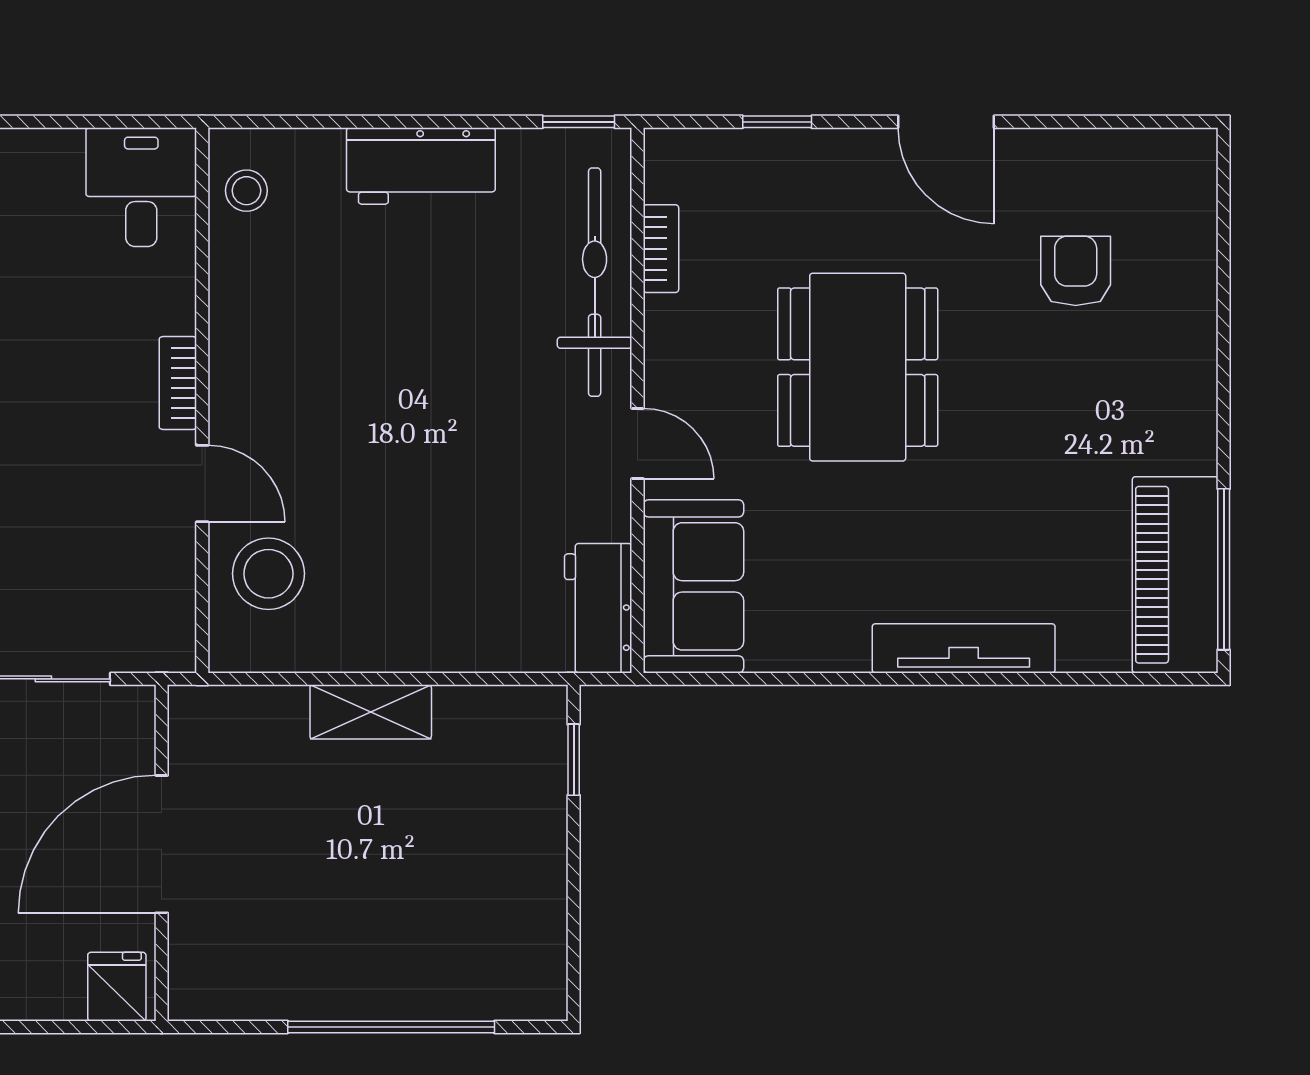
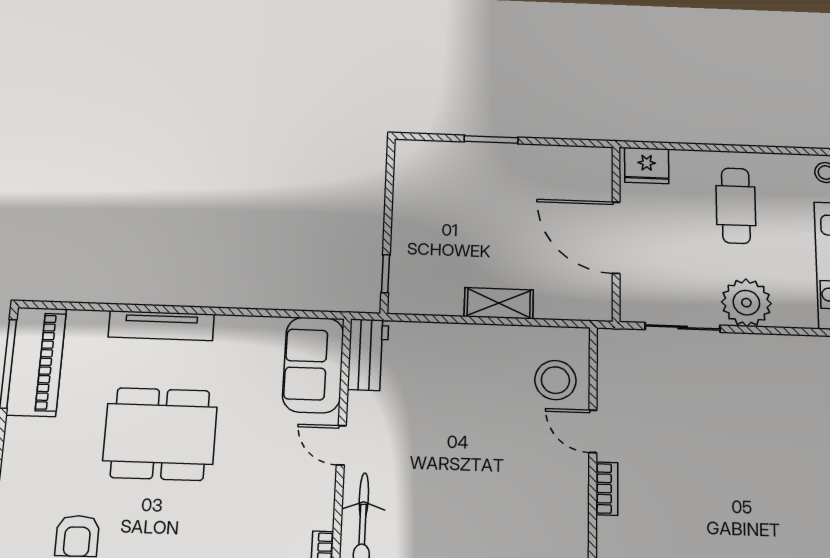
dining table: (858, 367) -> (160, 434), moved, turned 90
door: (162, 844) -> (616, 238), swing flipped
fridge: (117, 987) -> (647, 166), width x1.38
window: (391, 1027) -> (491, 139), width x0.47

